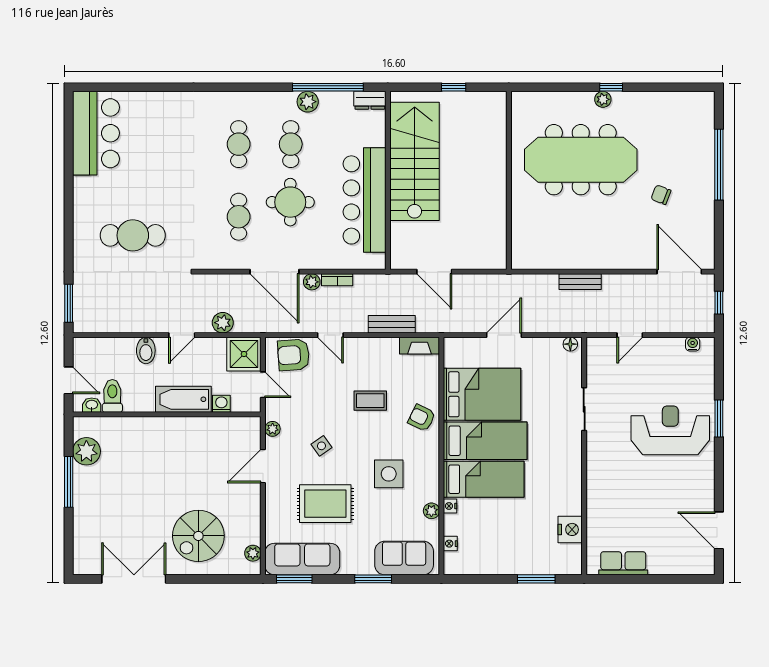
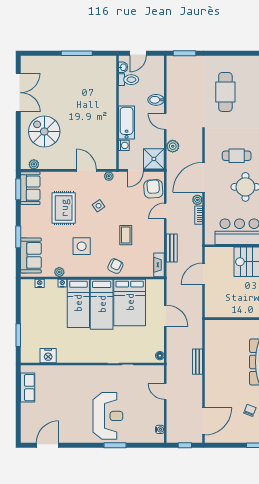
plant: (86, 451) -> (95, 64), removed
sofa: (302, 559) -> (30, 188), width x0.73

